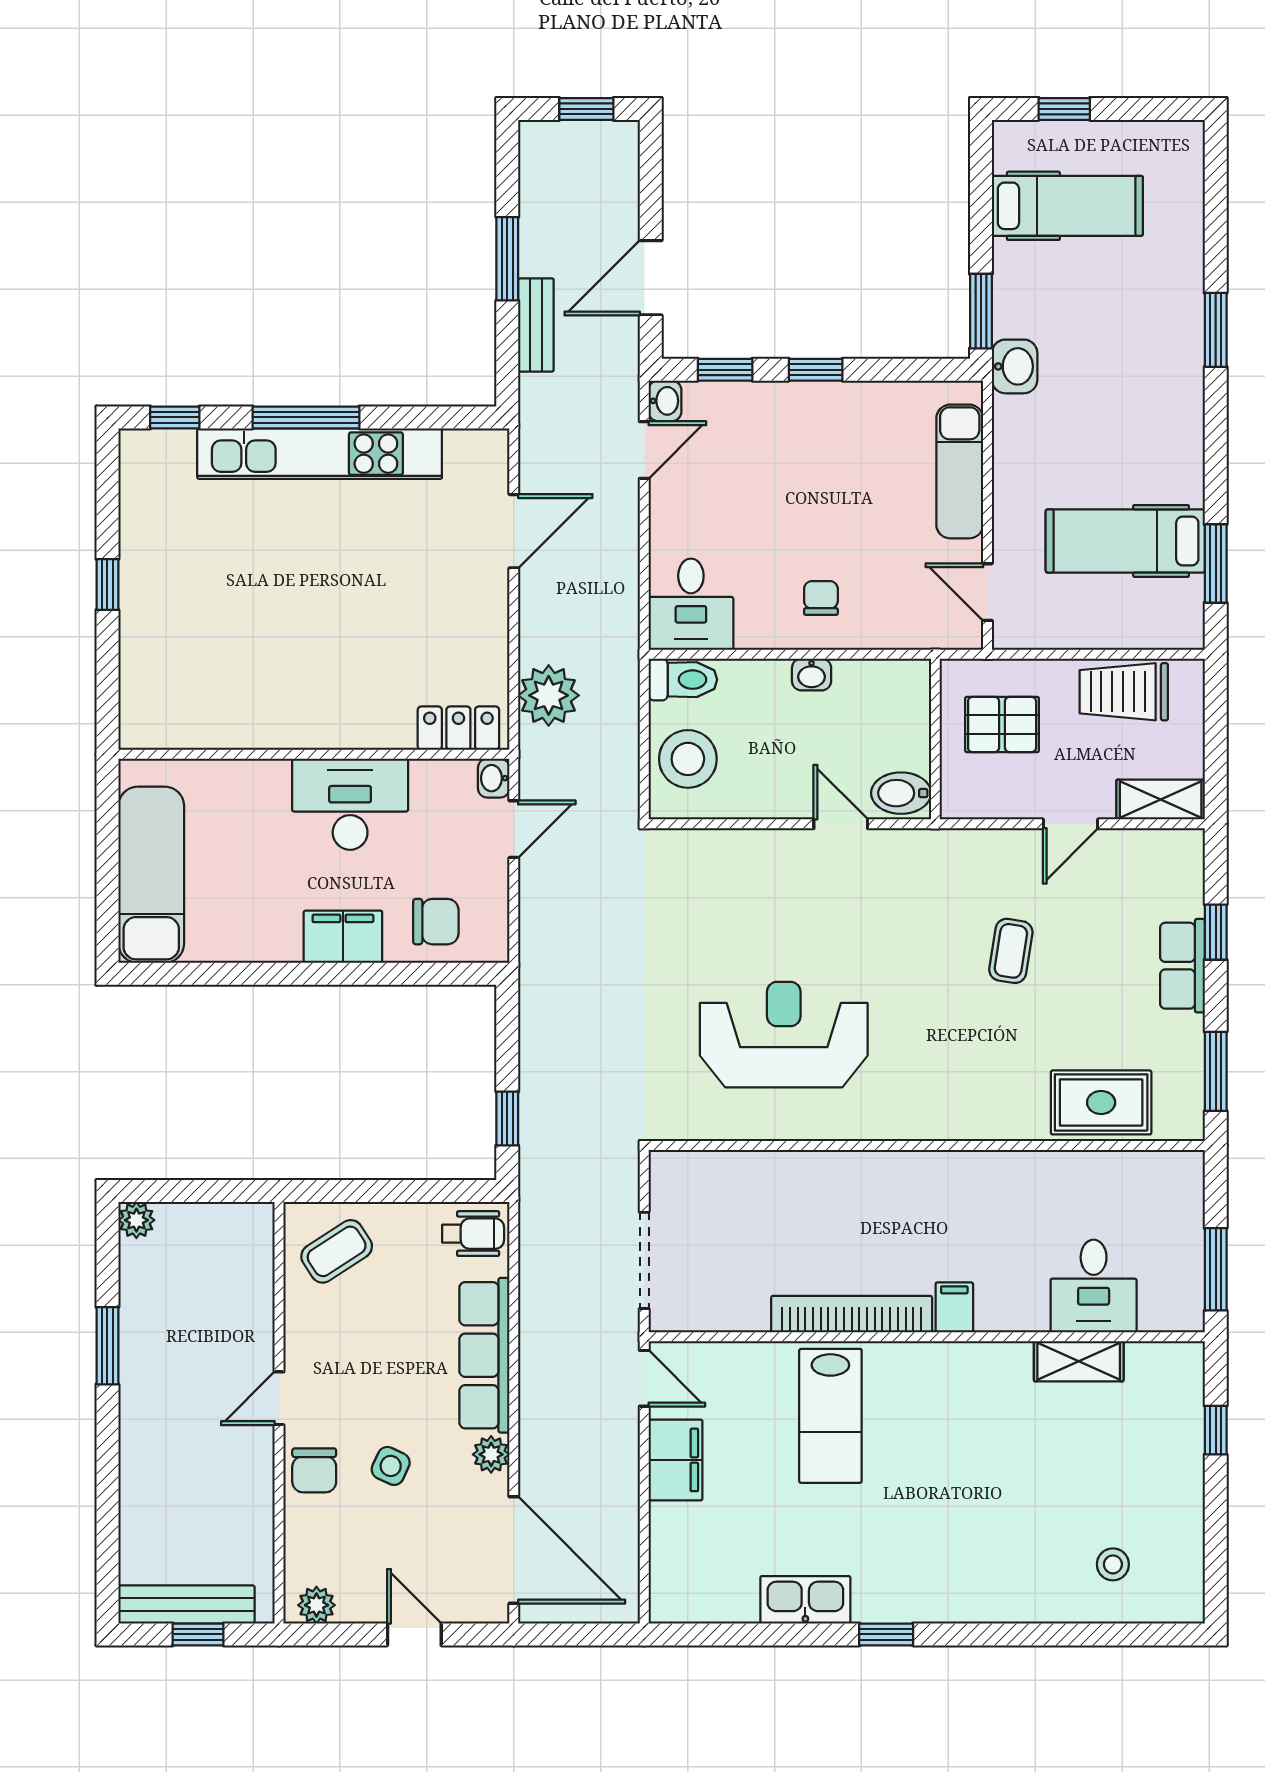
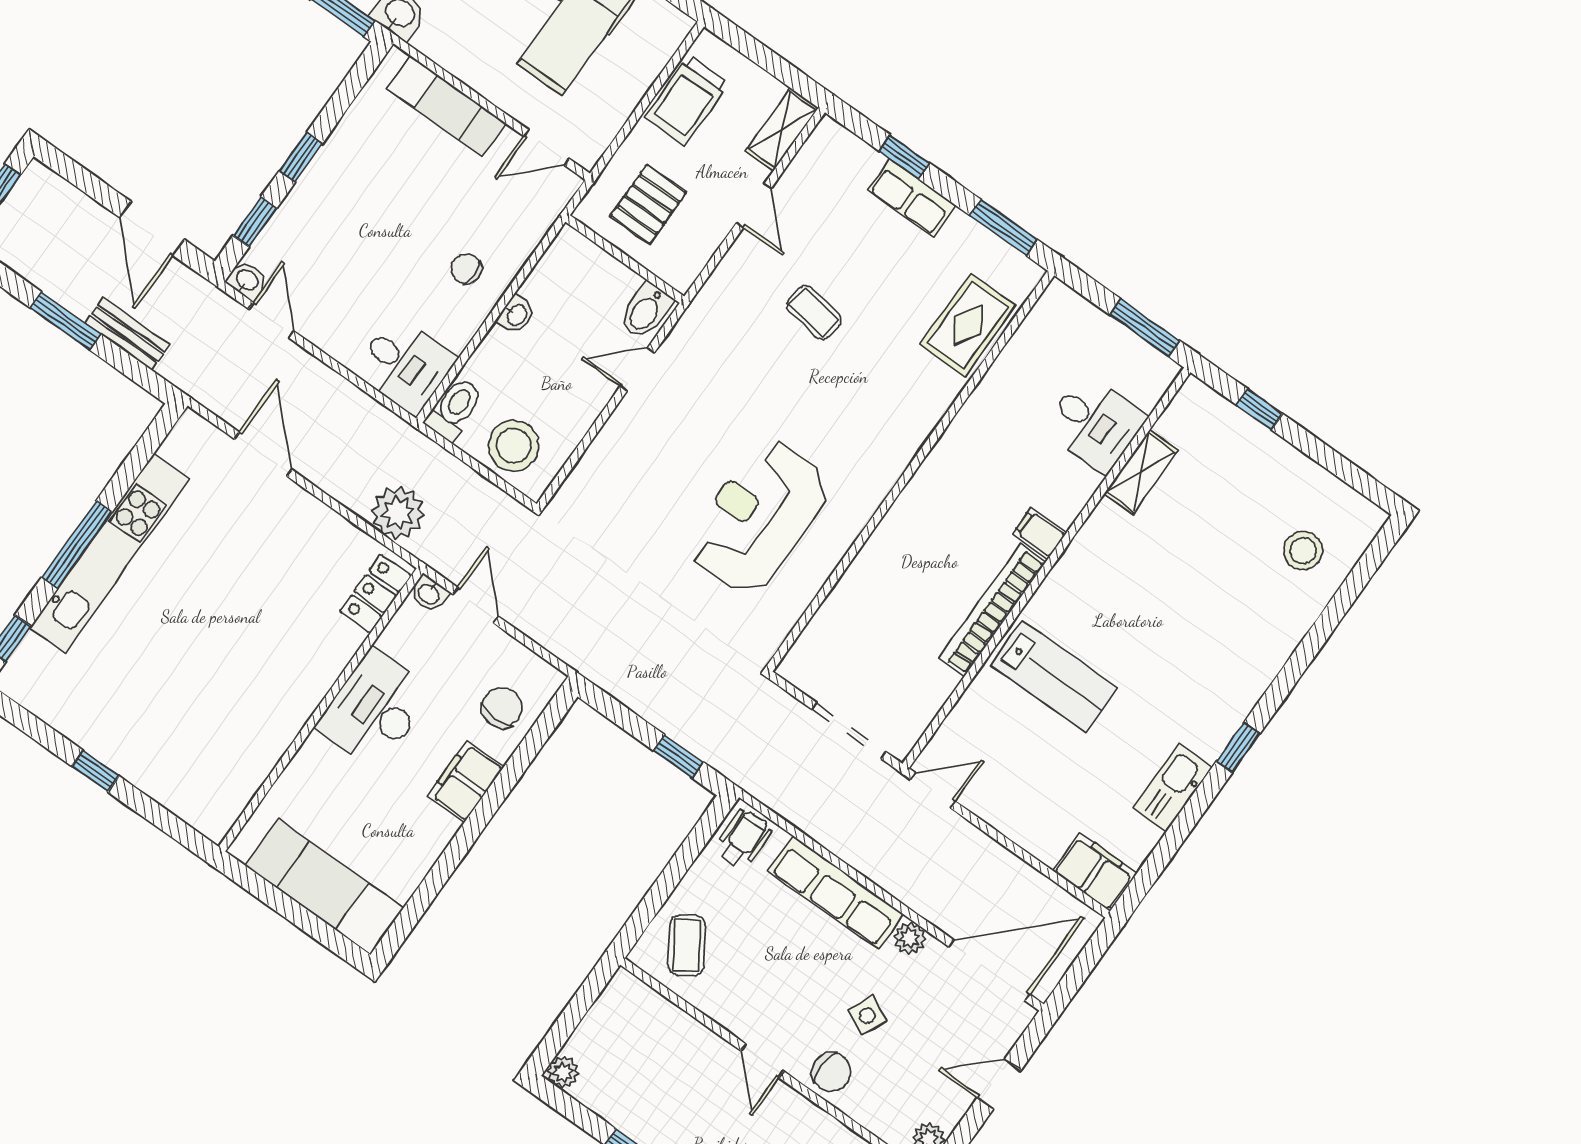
filing cabinet: (675, 1460) -> (1095, 872), moved
stool: (1113, 1564) -> (1303, 551), width x1.37, depth x1.37

